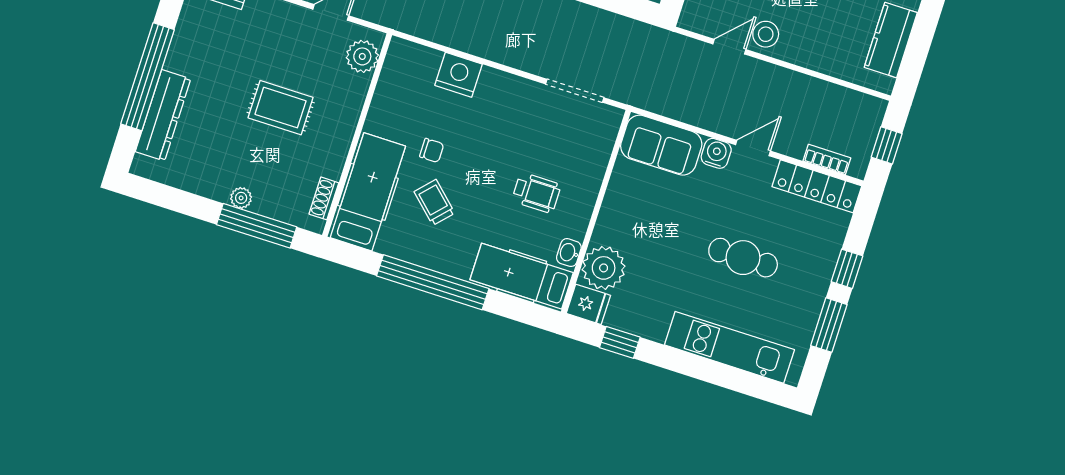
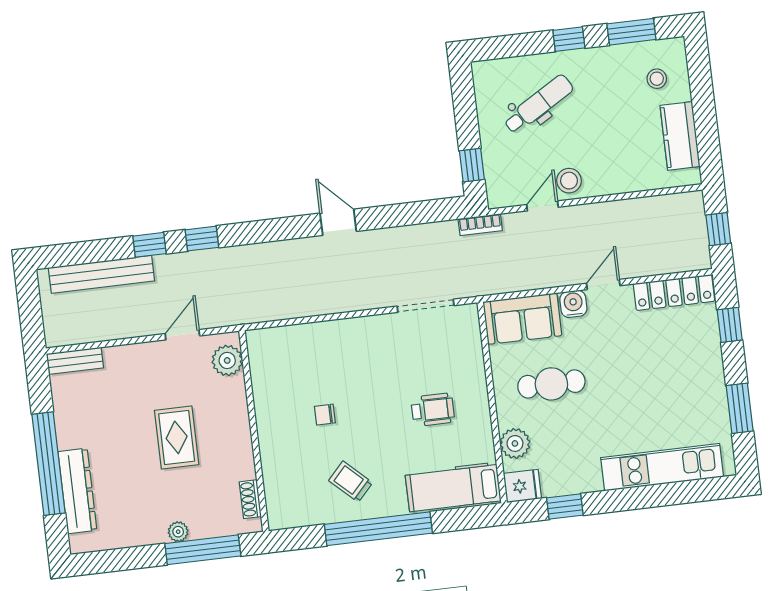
nightstand: (459, 75) -> (318, 338), removed
rug: (281, 108) -> (177, 437), turned 90
chair: (432, 150) -> (325, 415), turned 180
bookcase: (827, 159) -> (480, 225), moved, turned 180
hospital bed: (368, 192) -> (286, 476), removed
trolley: (434, 202) -> (351, 482), moved
washbasin: (569, 253) -> (485, 449), removed
cafe table: (743, 258) -> (551, 384), moved
plant: (604, 268) -> (515, 443), width x0.73, depth x0.73
window: (847, 269) -> (730, 325), moved

